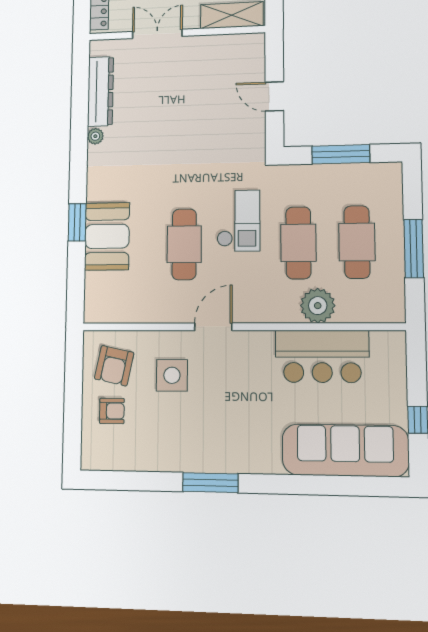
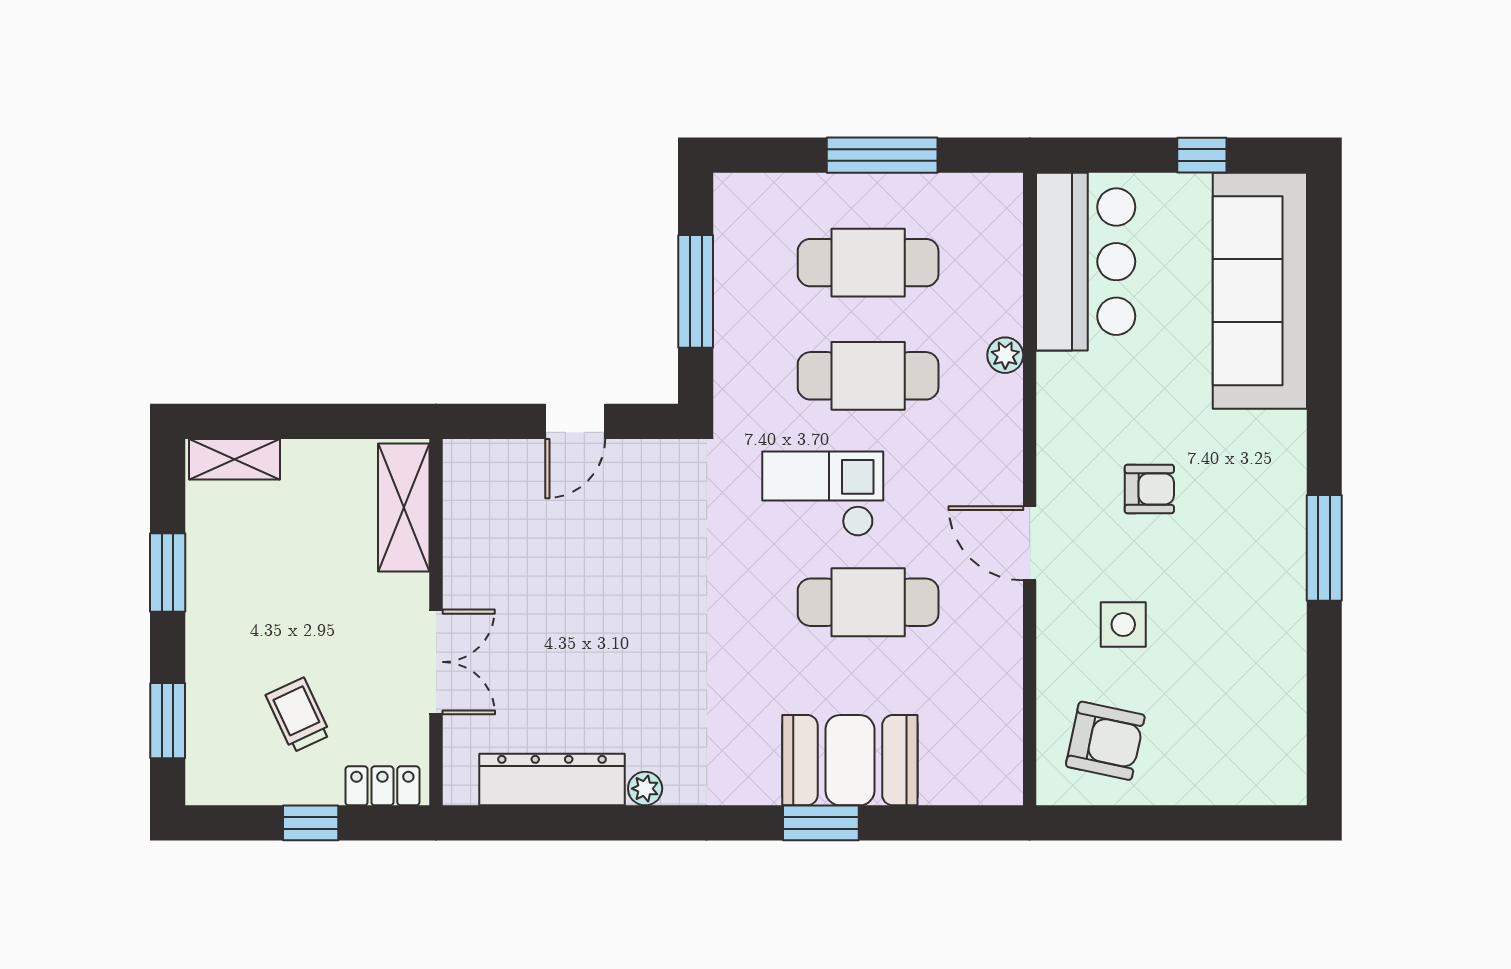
double door: (157, 34) -> (436, 662), swing flipped
plant: (318, 306) -> (1005, 355), width x0.53, depth x0.53
bar counter: (322, 356) -> (1086, 262), moved
side table: (172, 375) -> (1123, 625), width x0.73, depth x0.73
armchair: (112, 411) -> (1149, 489), moved, turned 90

